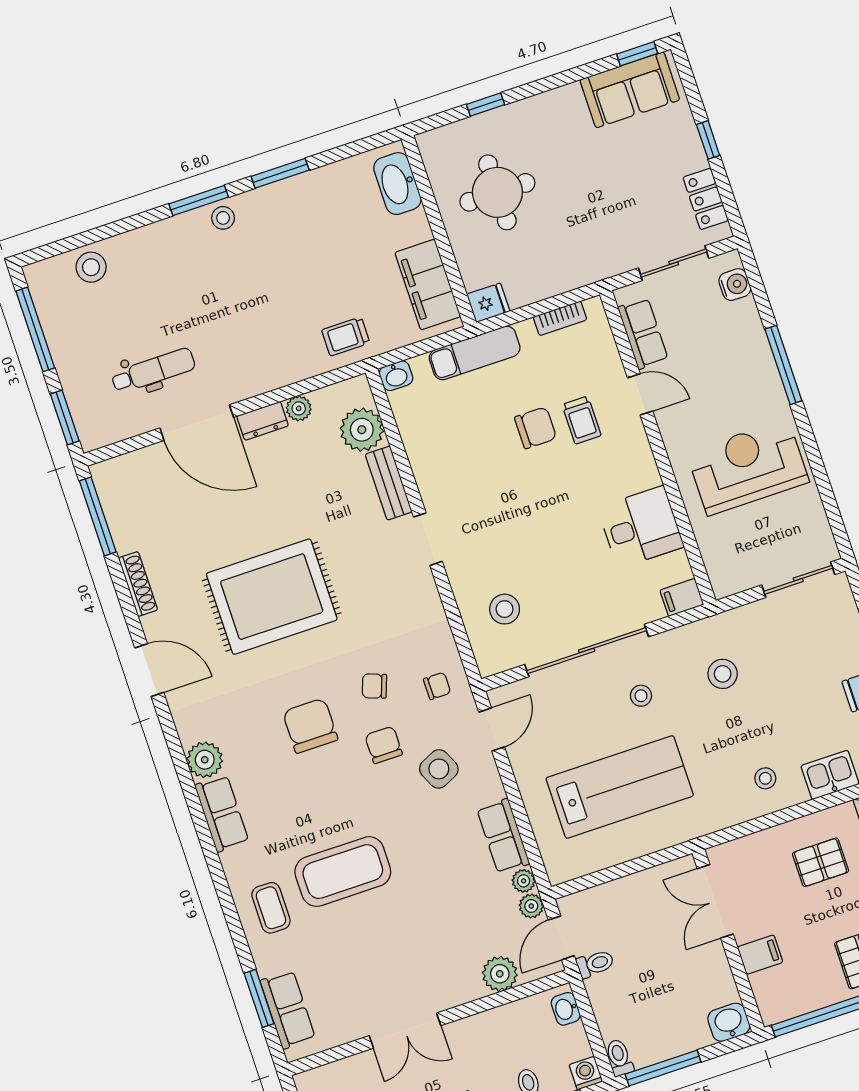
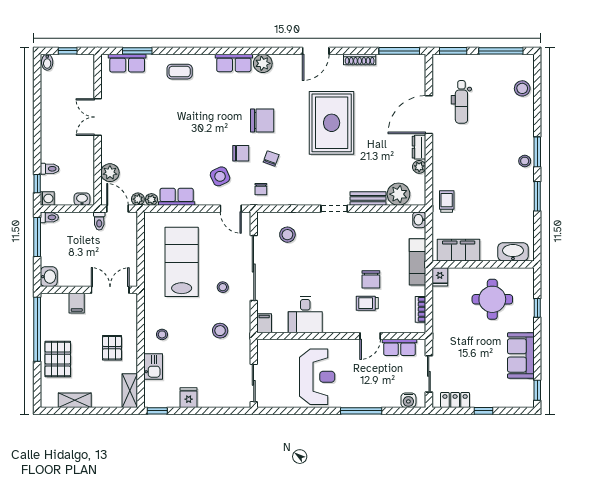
sofa: (630, 90) -> (521, 355), moved
lab bench: (620, 787) -> (182, 262), turned 180
coffee table: (343, 872) -> (186, 113), removed

